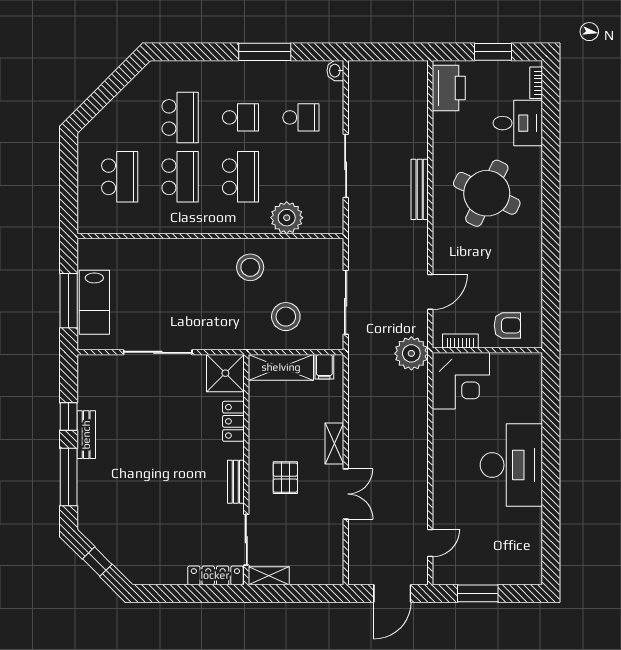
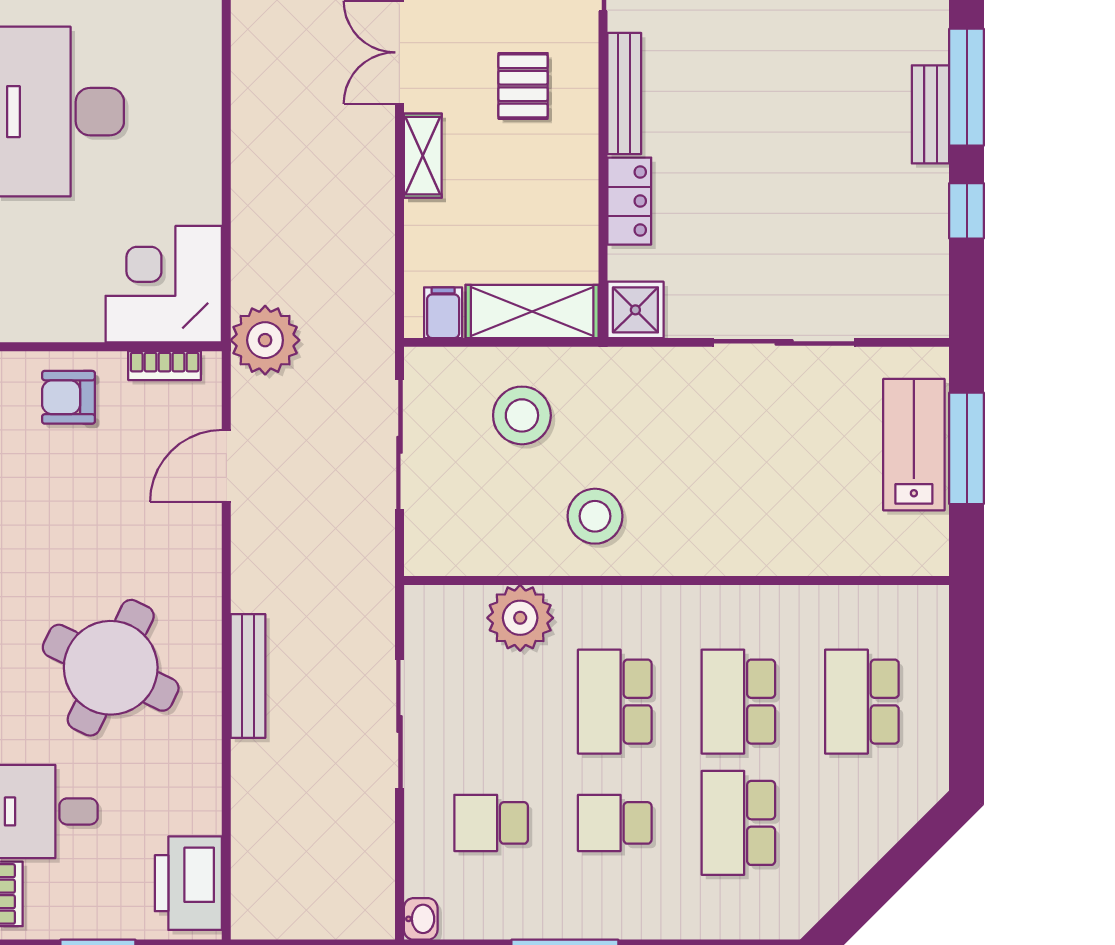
shower: (225, 373) -> (635, 310), width x0.73, depth x0.73
bench: (86, 435) -> (931, 114), moved
bench: (236, 482) -> (624, 94), width x1.36

